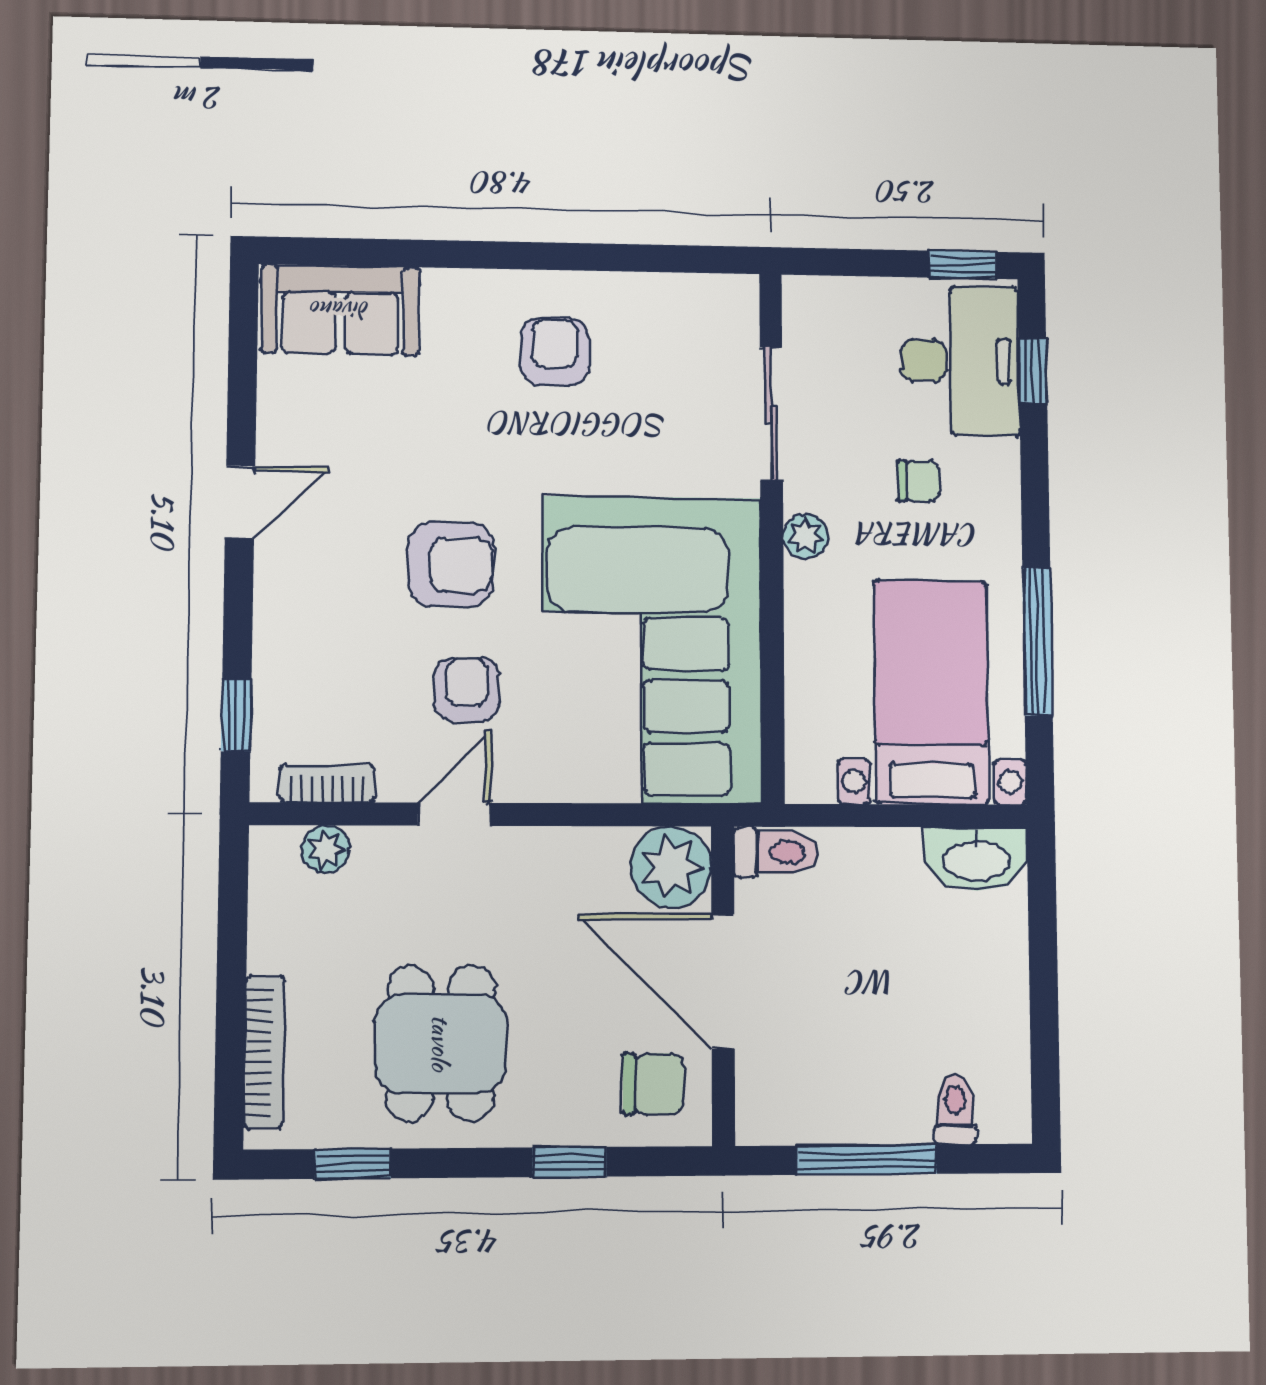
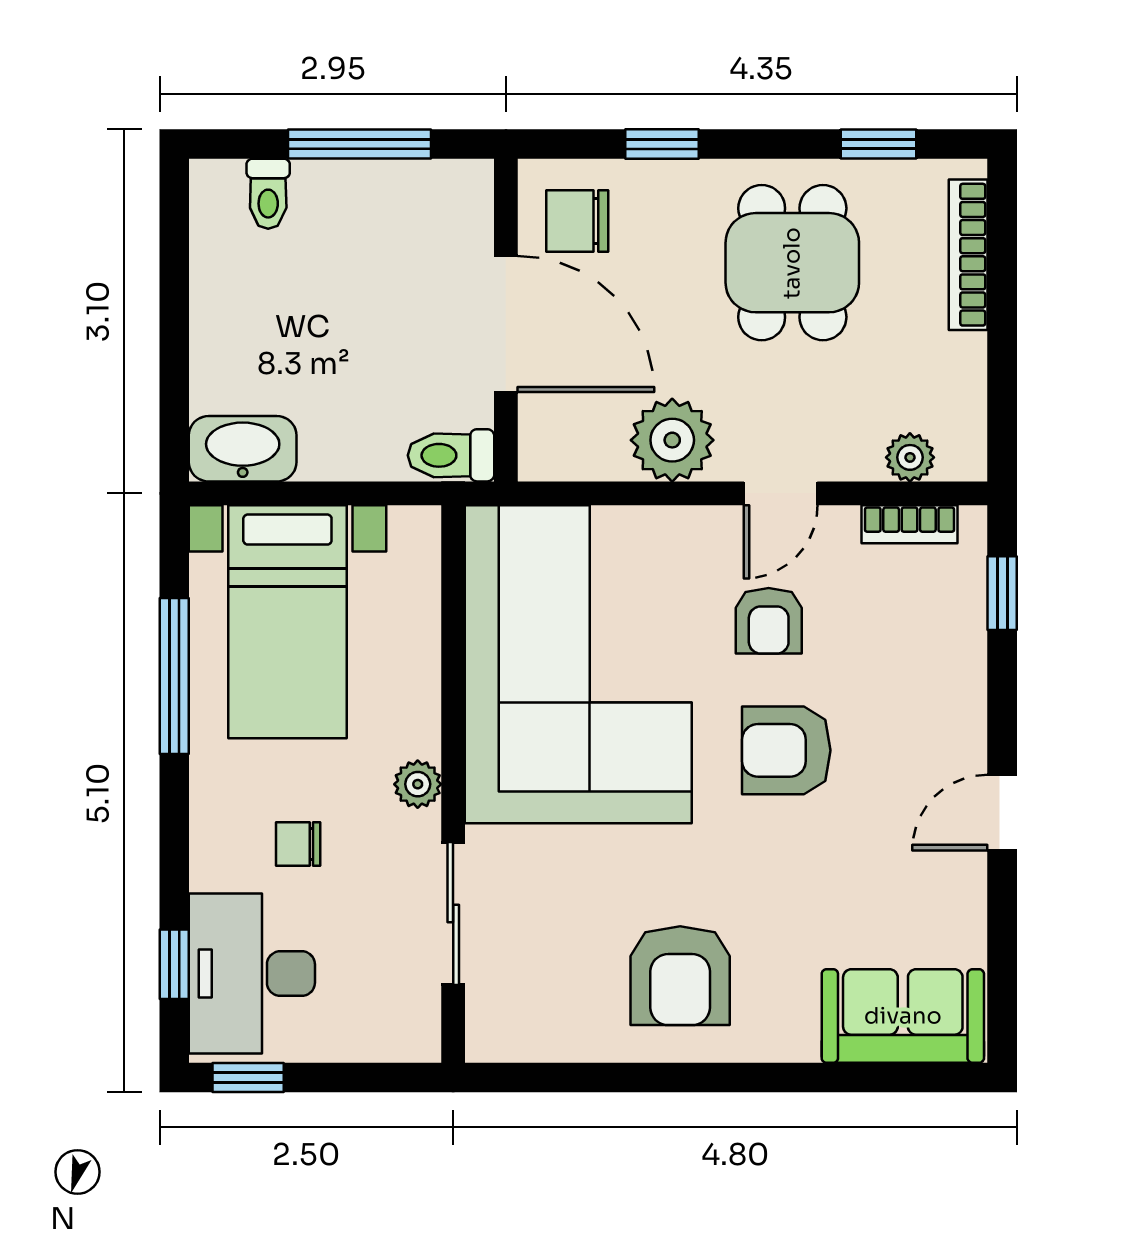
armchair: (555, 352) -> (680, 976), width x1.38, depth x1.38
plant: (671, 867) -> (672, 440), moved

